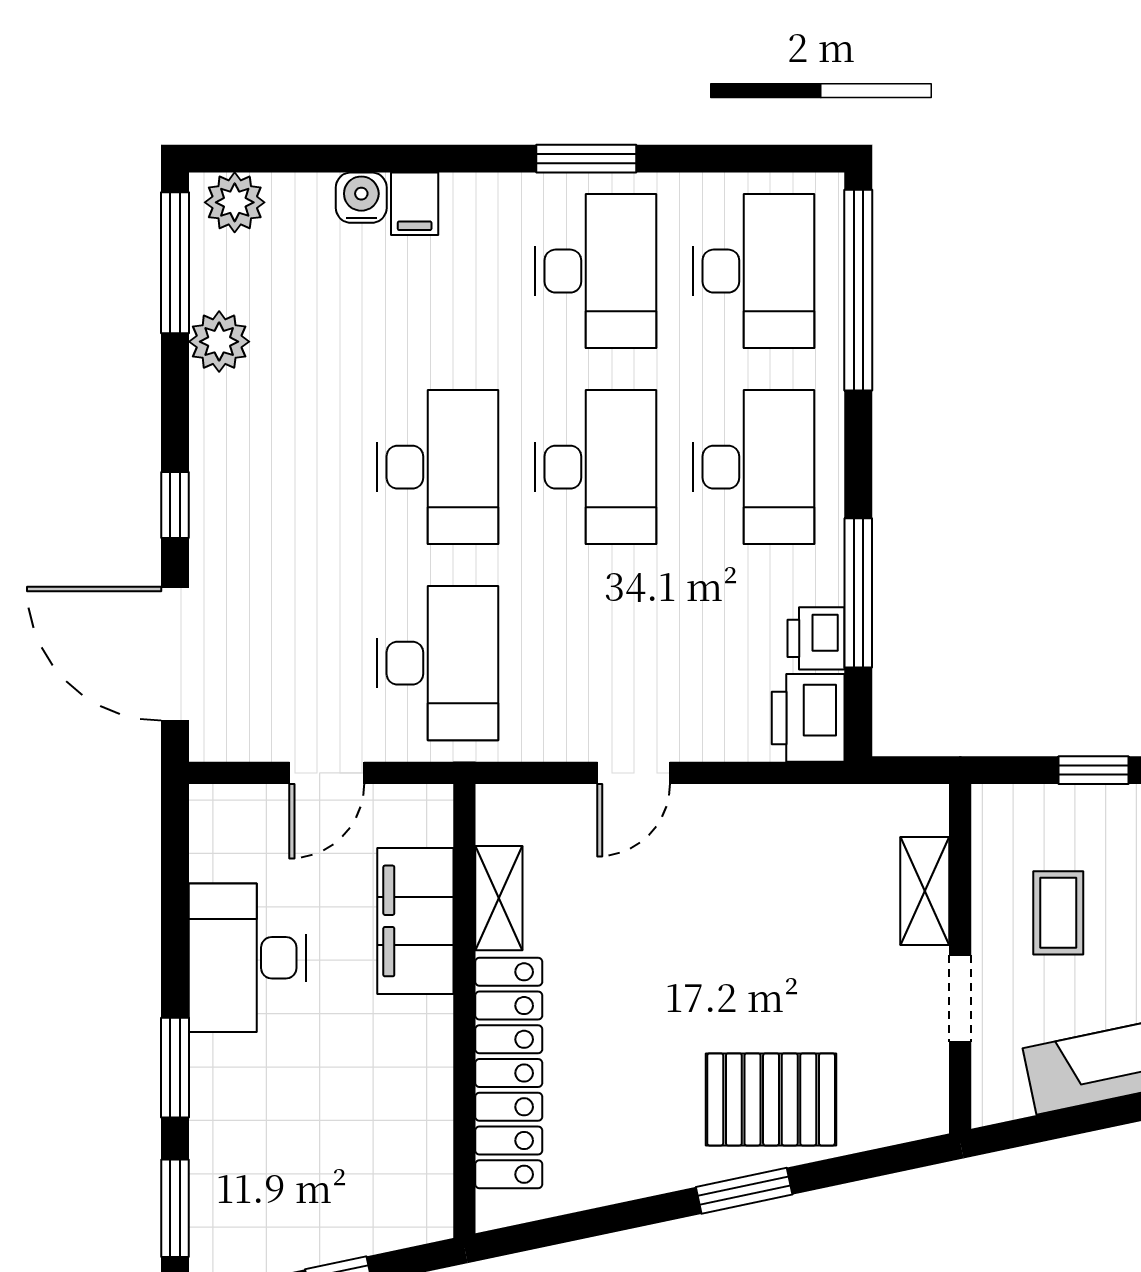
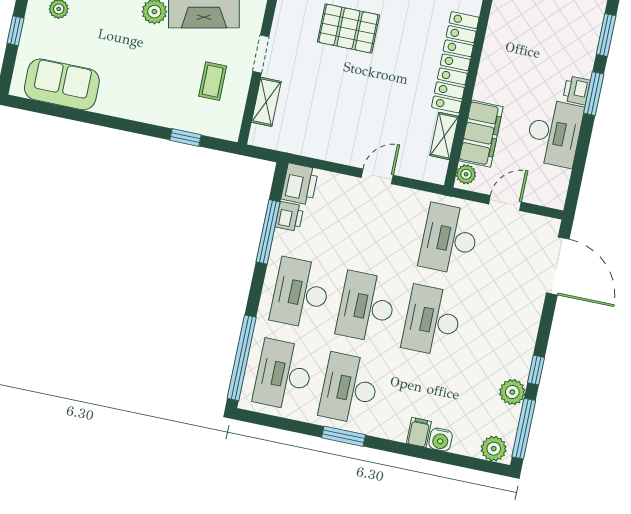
window: (175, 505) -> (536, 370), moved
plant: (430, 820) -> (466, 174), added
printer: (216, 1067) -> (577, 90), added

